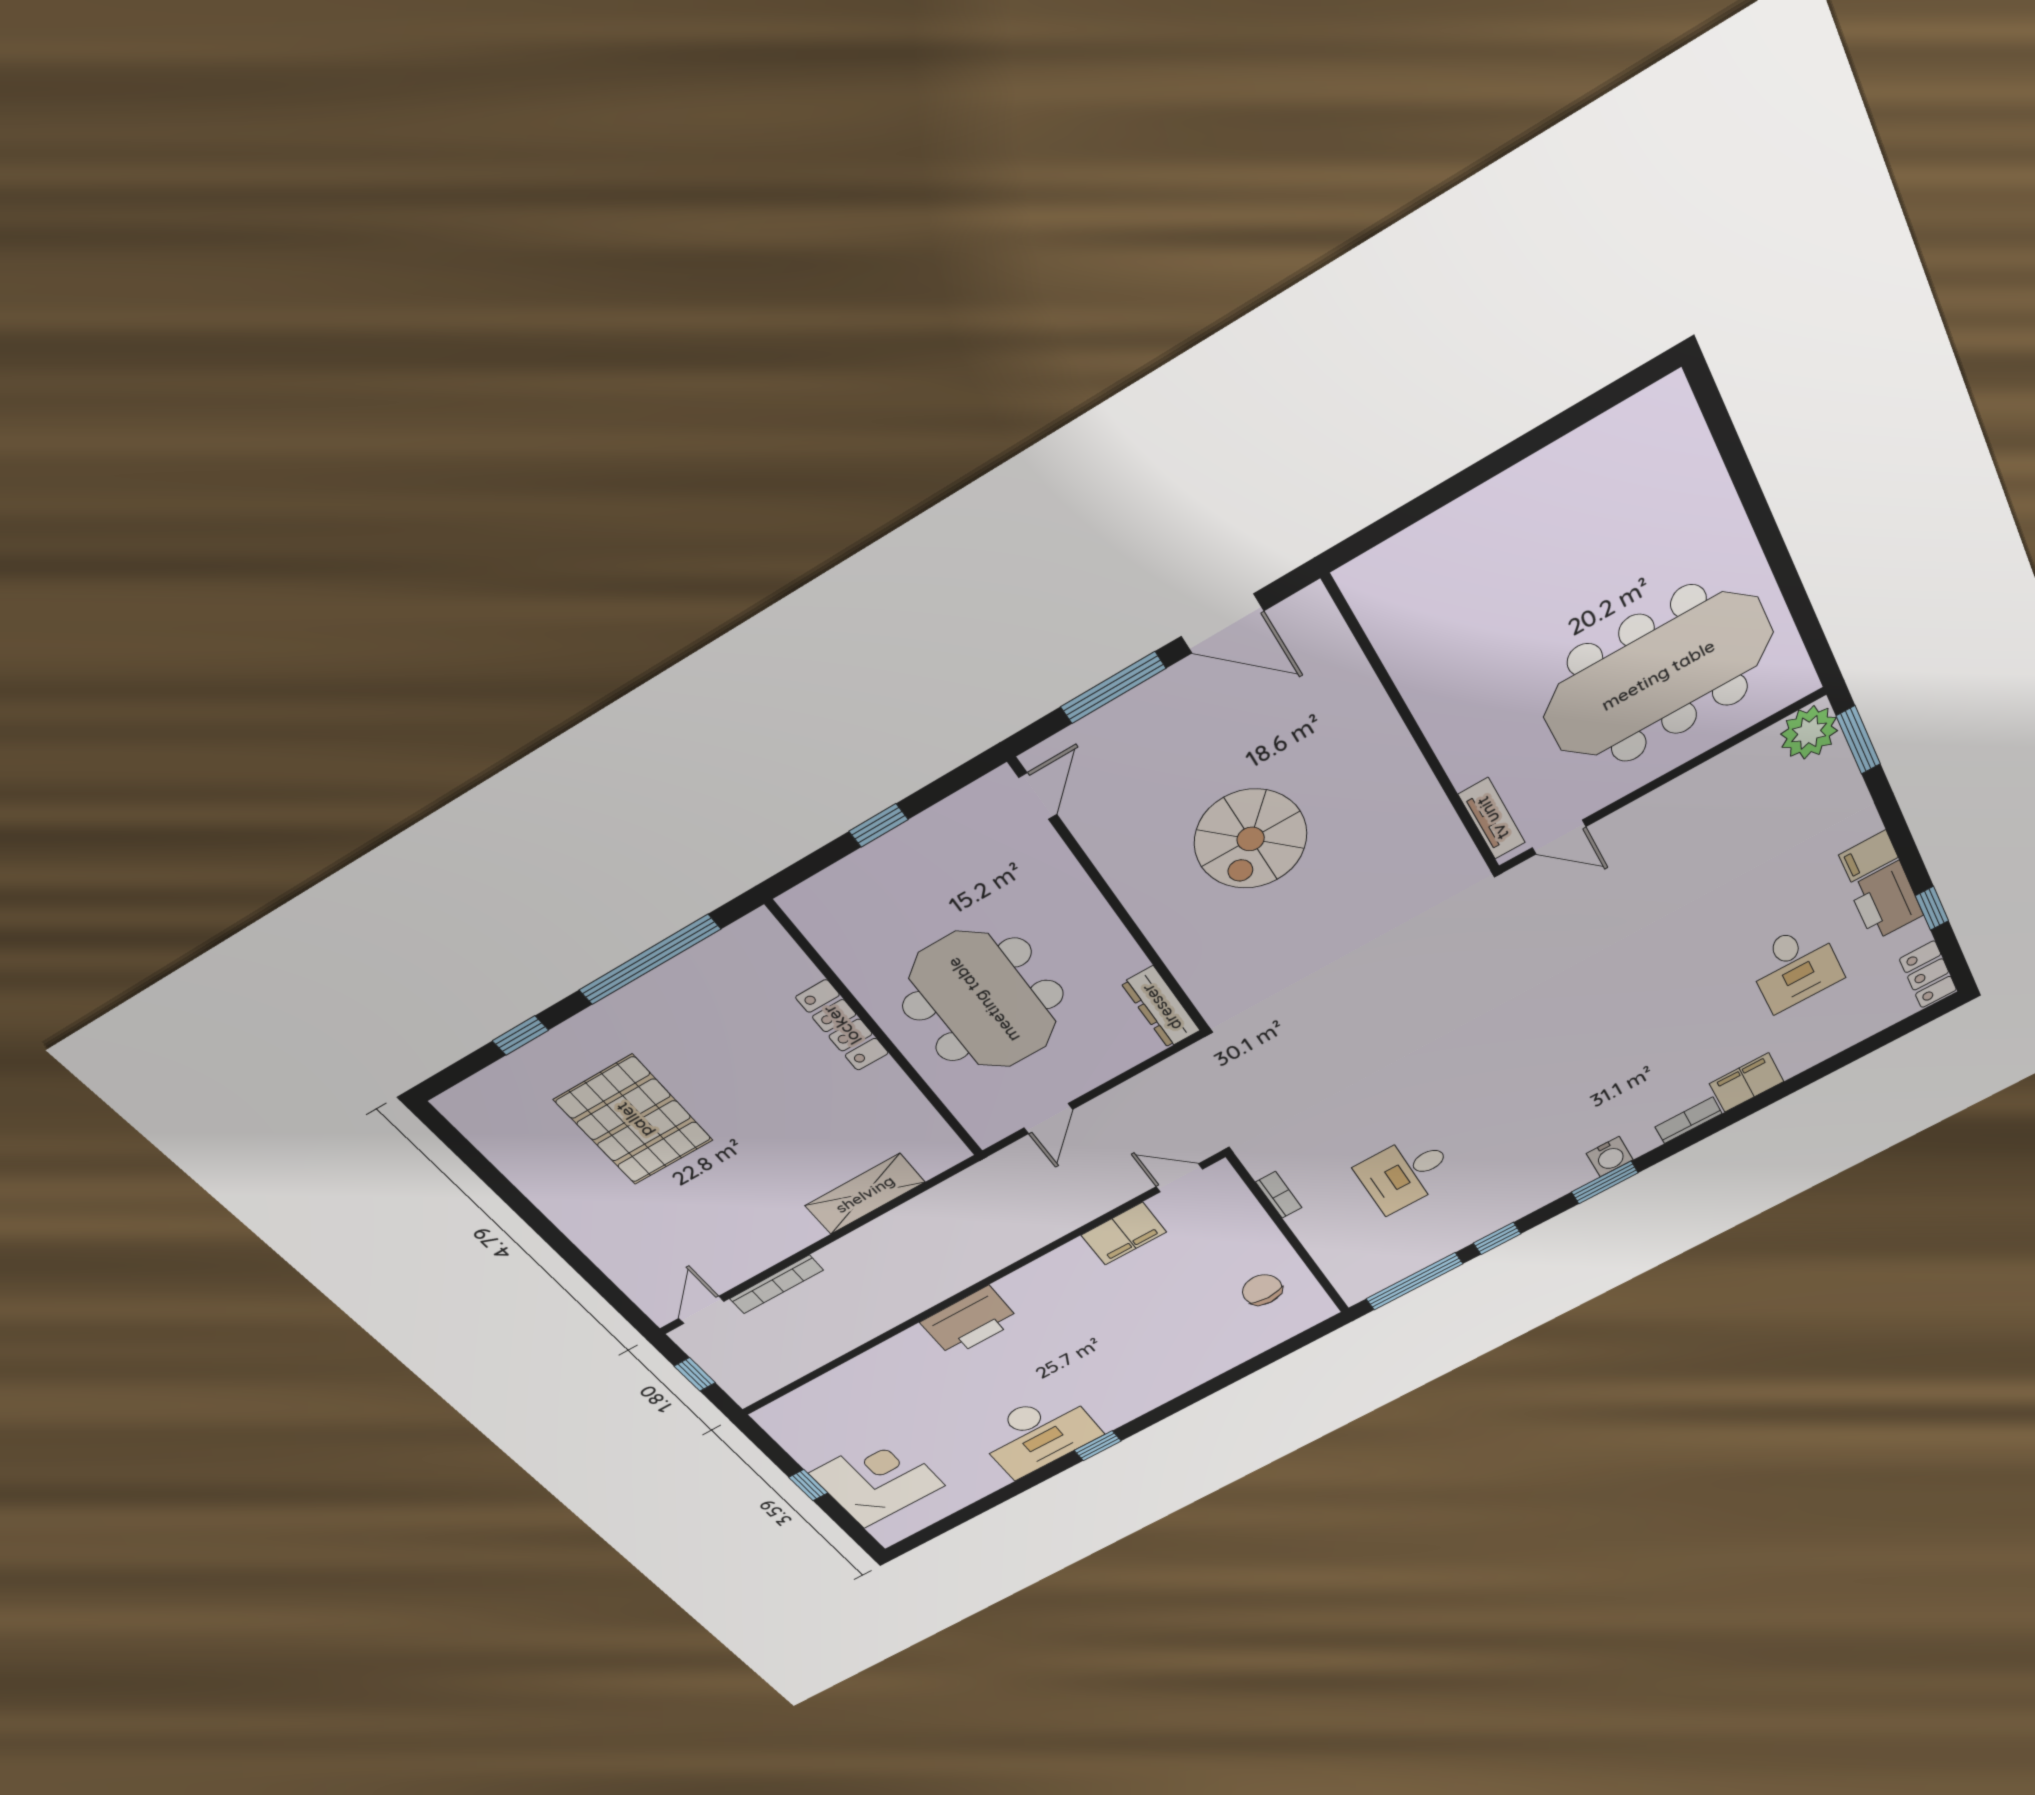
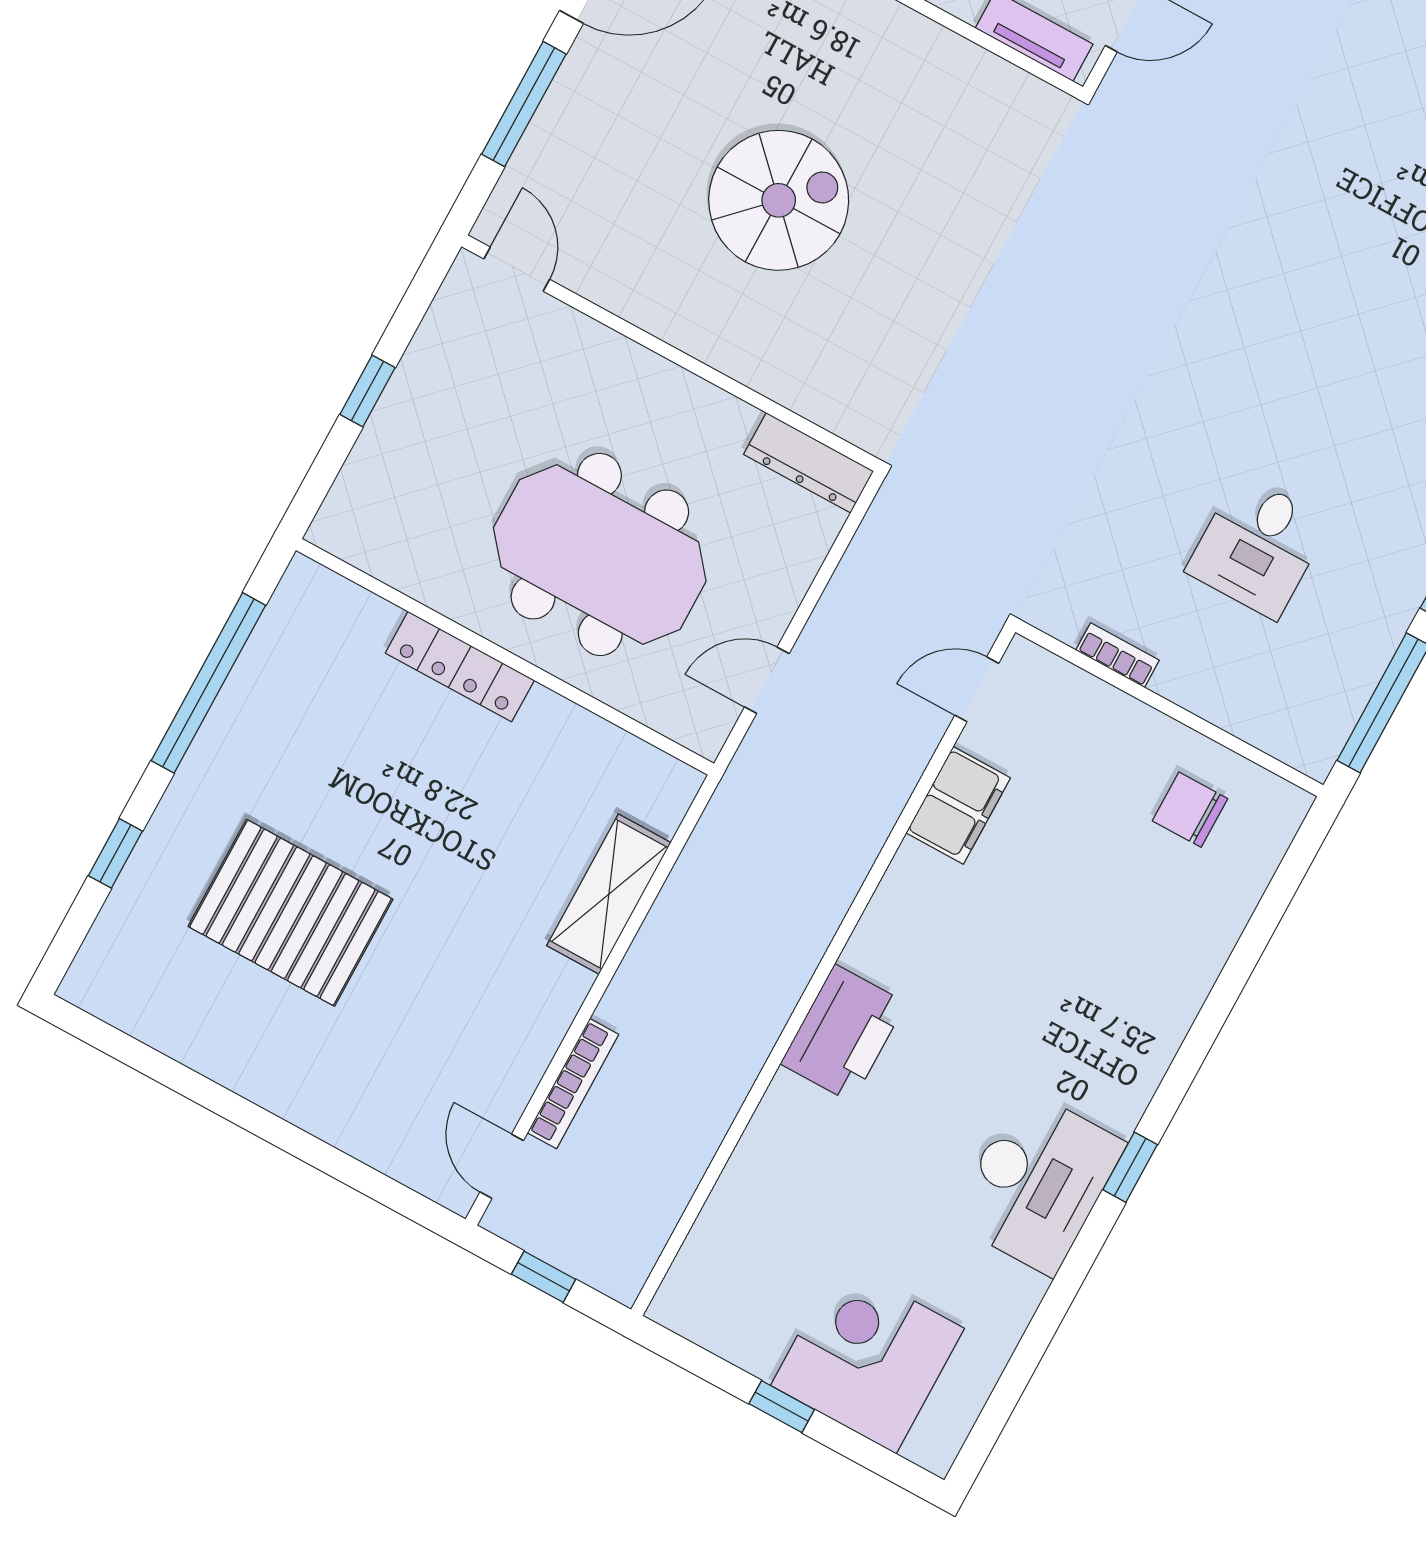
spiral stairs: (1251, 839) -> (779, 200), turned -90
door: (1048, 1119) -> (767, 680), swing flipped

